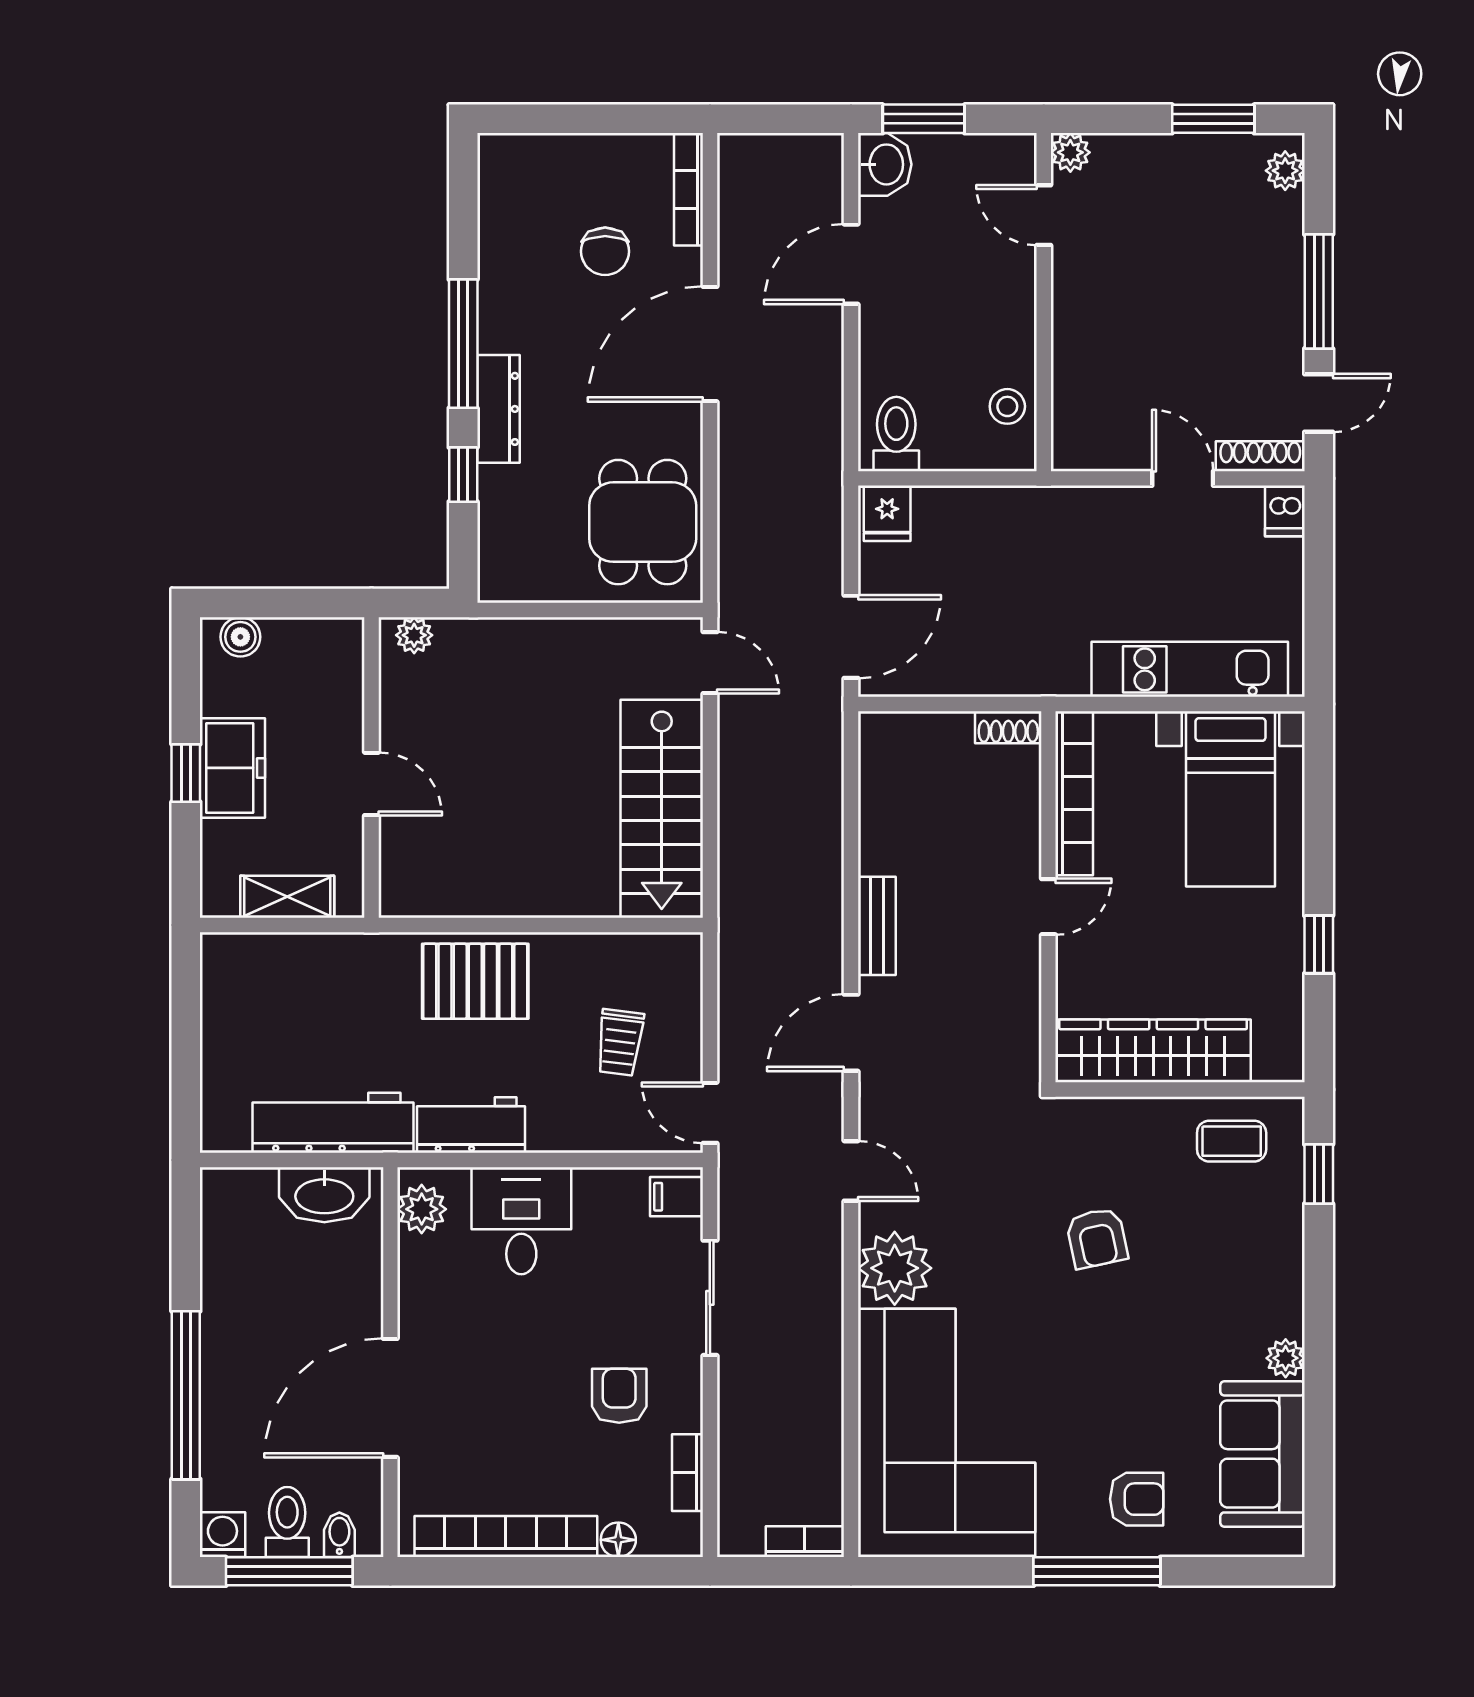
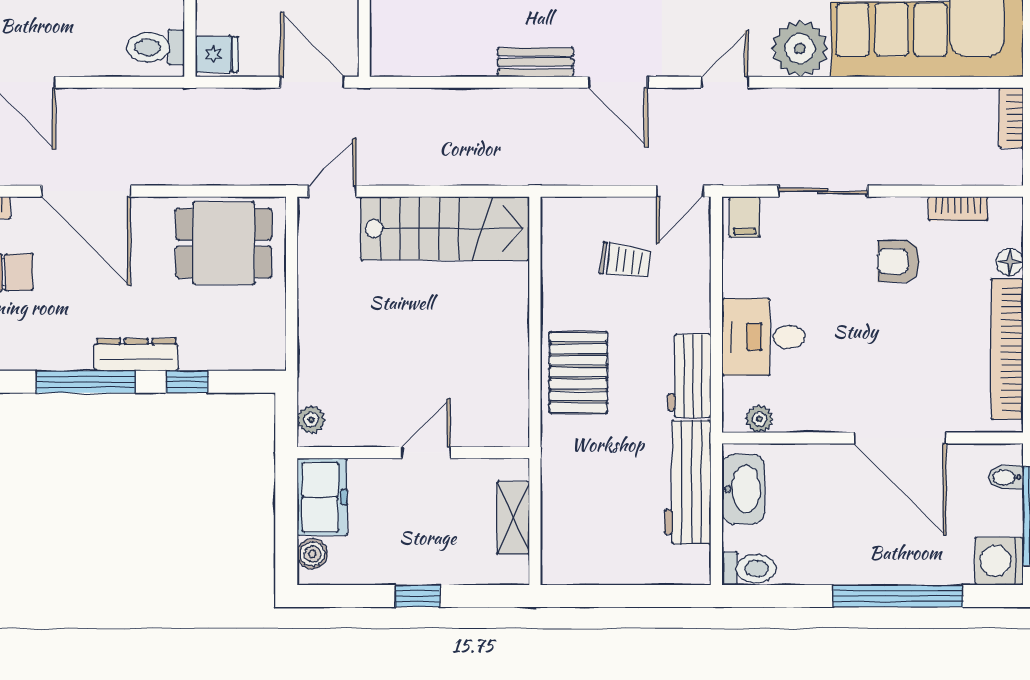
freezer: (232, 768) -> (322, 497), moved, turned 90
plant: (422, 1209) -> (759, 419), width x0.73, depth x0.73
toilet: (287, 1522) -> (749, 569), moved, turned 180
washing machine: (222, 1535) -> (999, 561), width x1.38, depth x1.38

